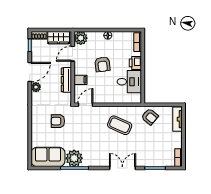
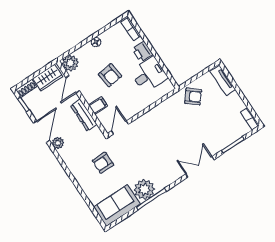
coffee table: (120, 125) -> (168, 125), removed

